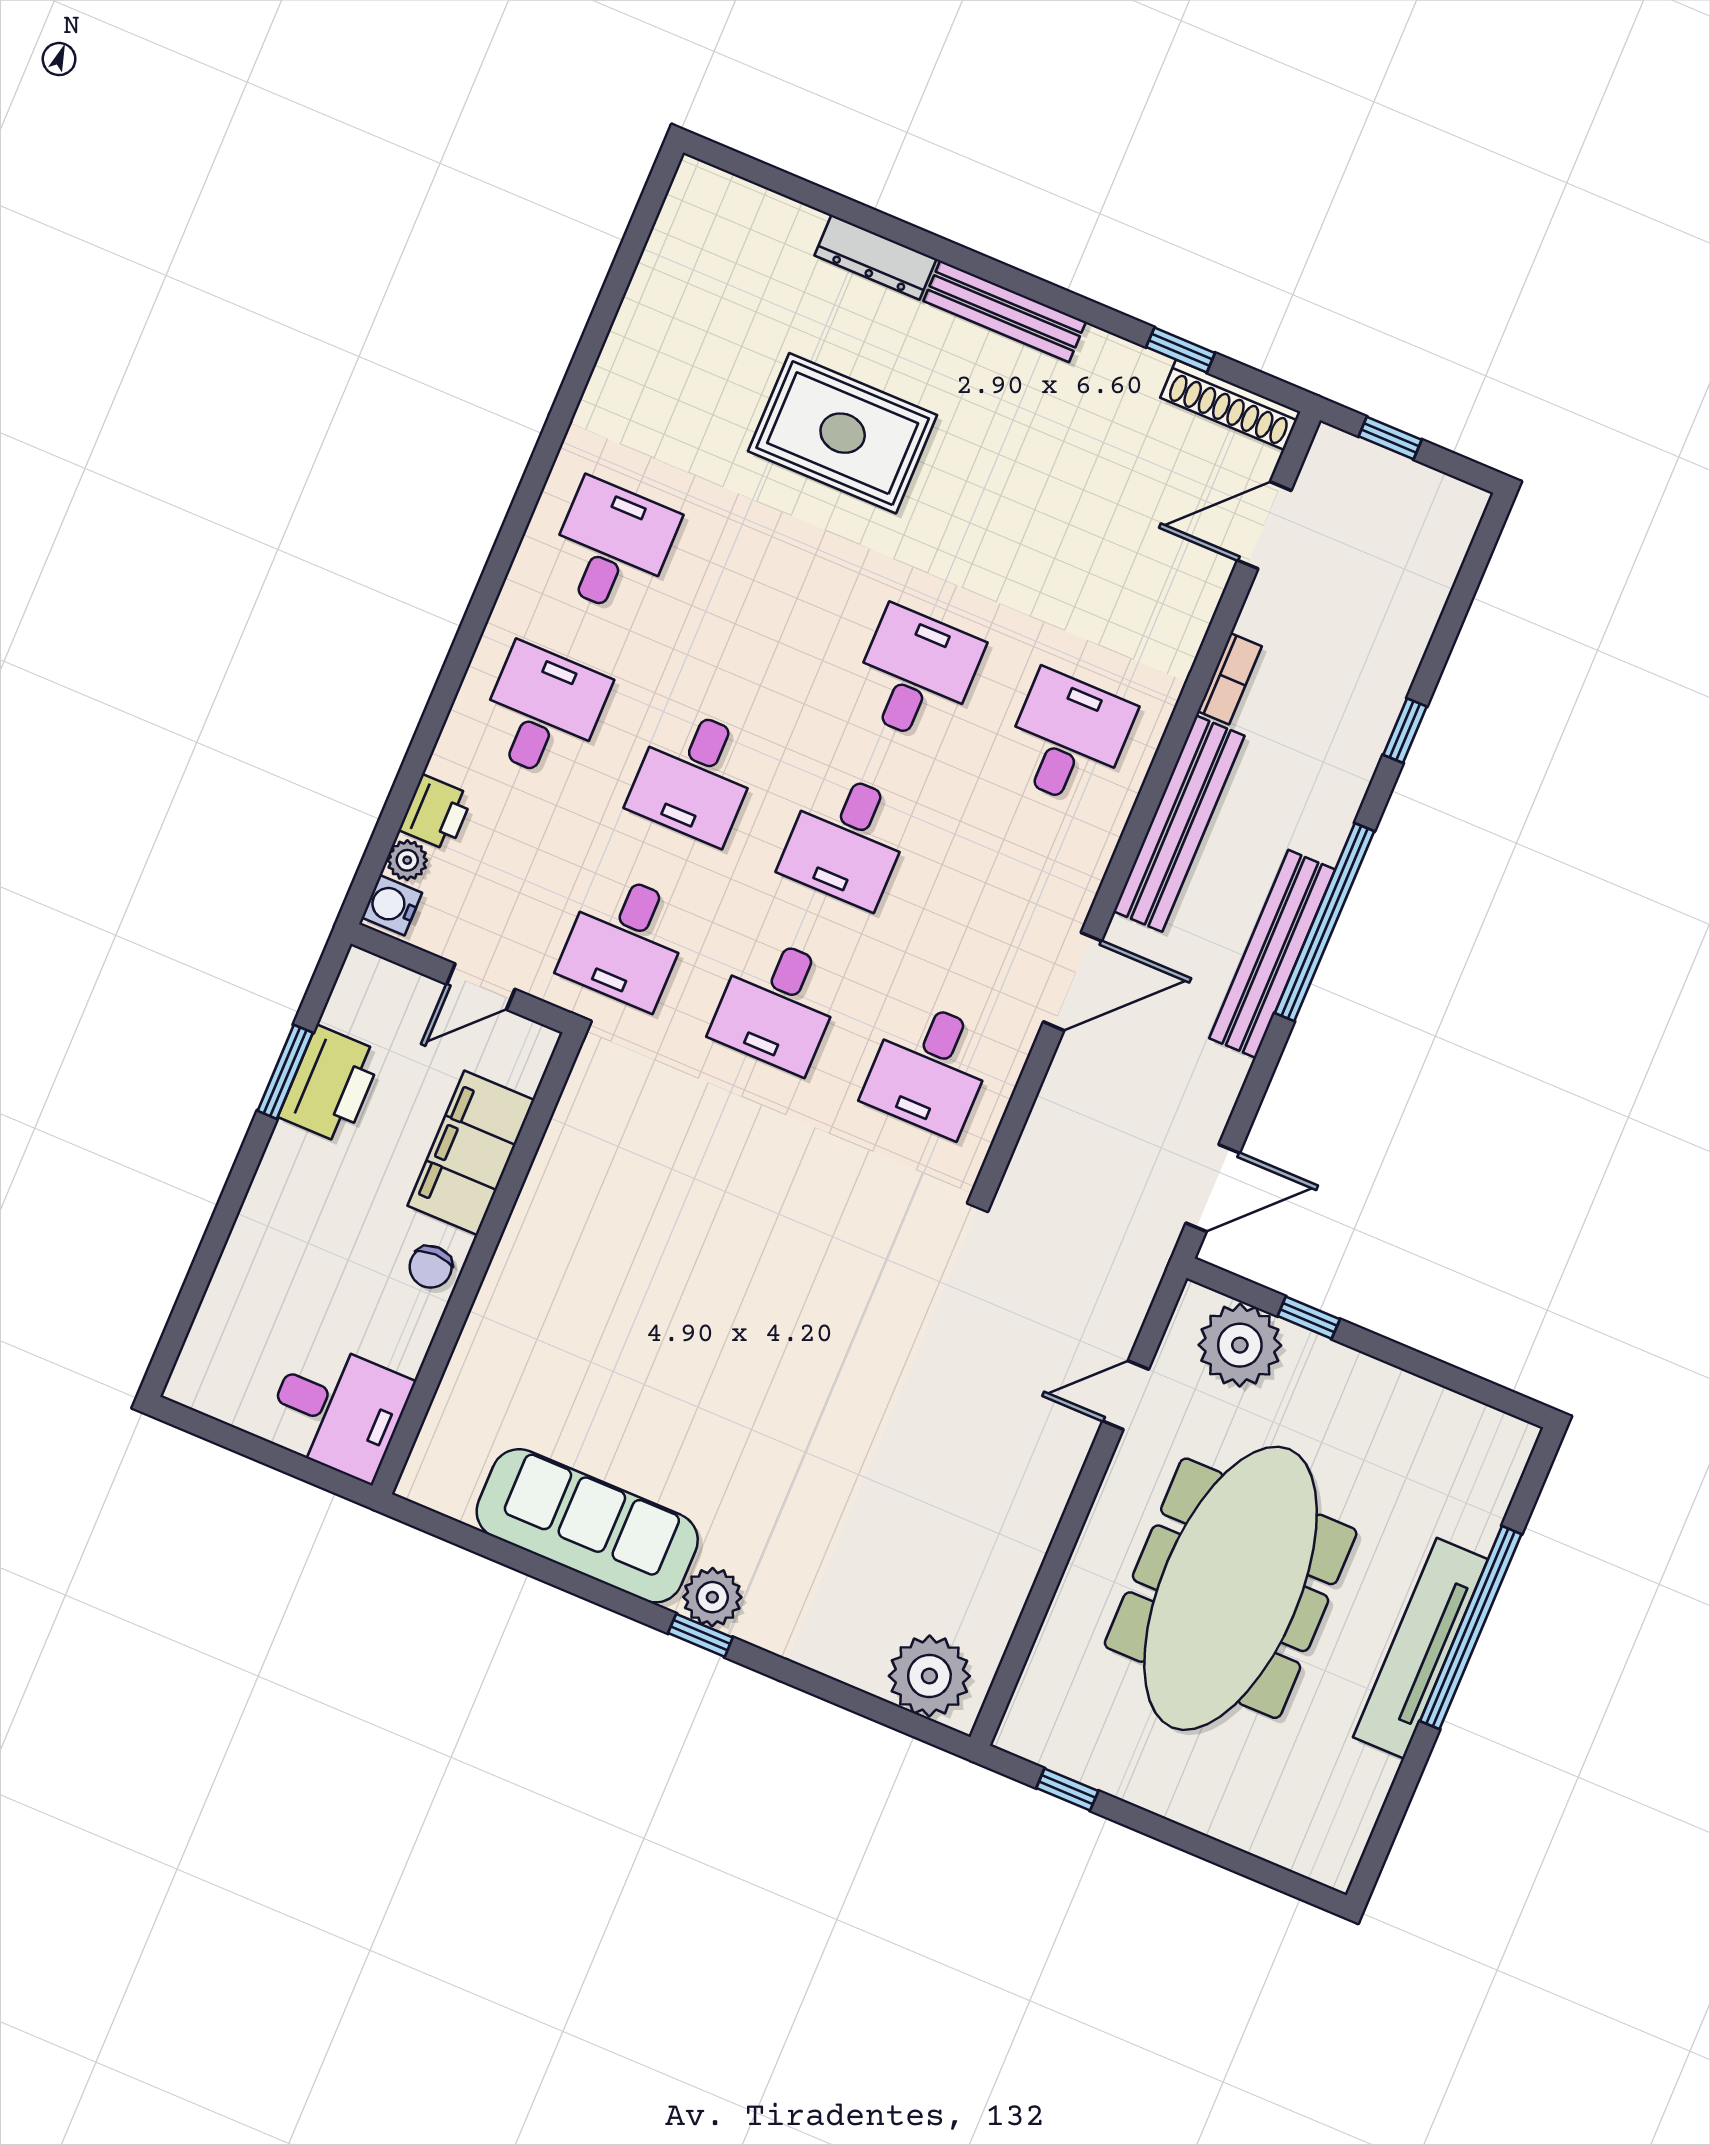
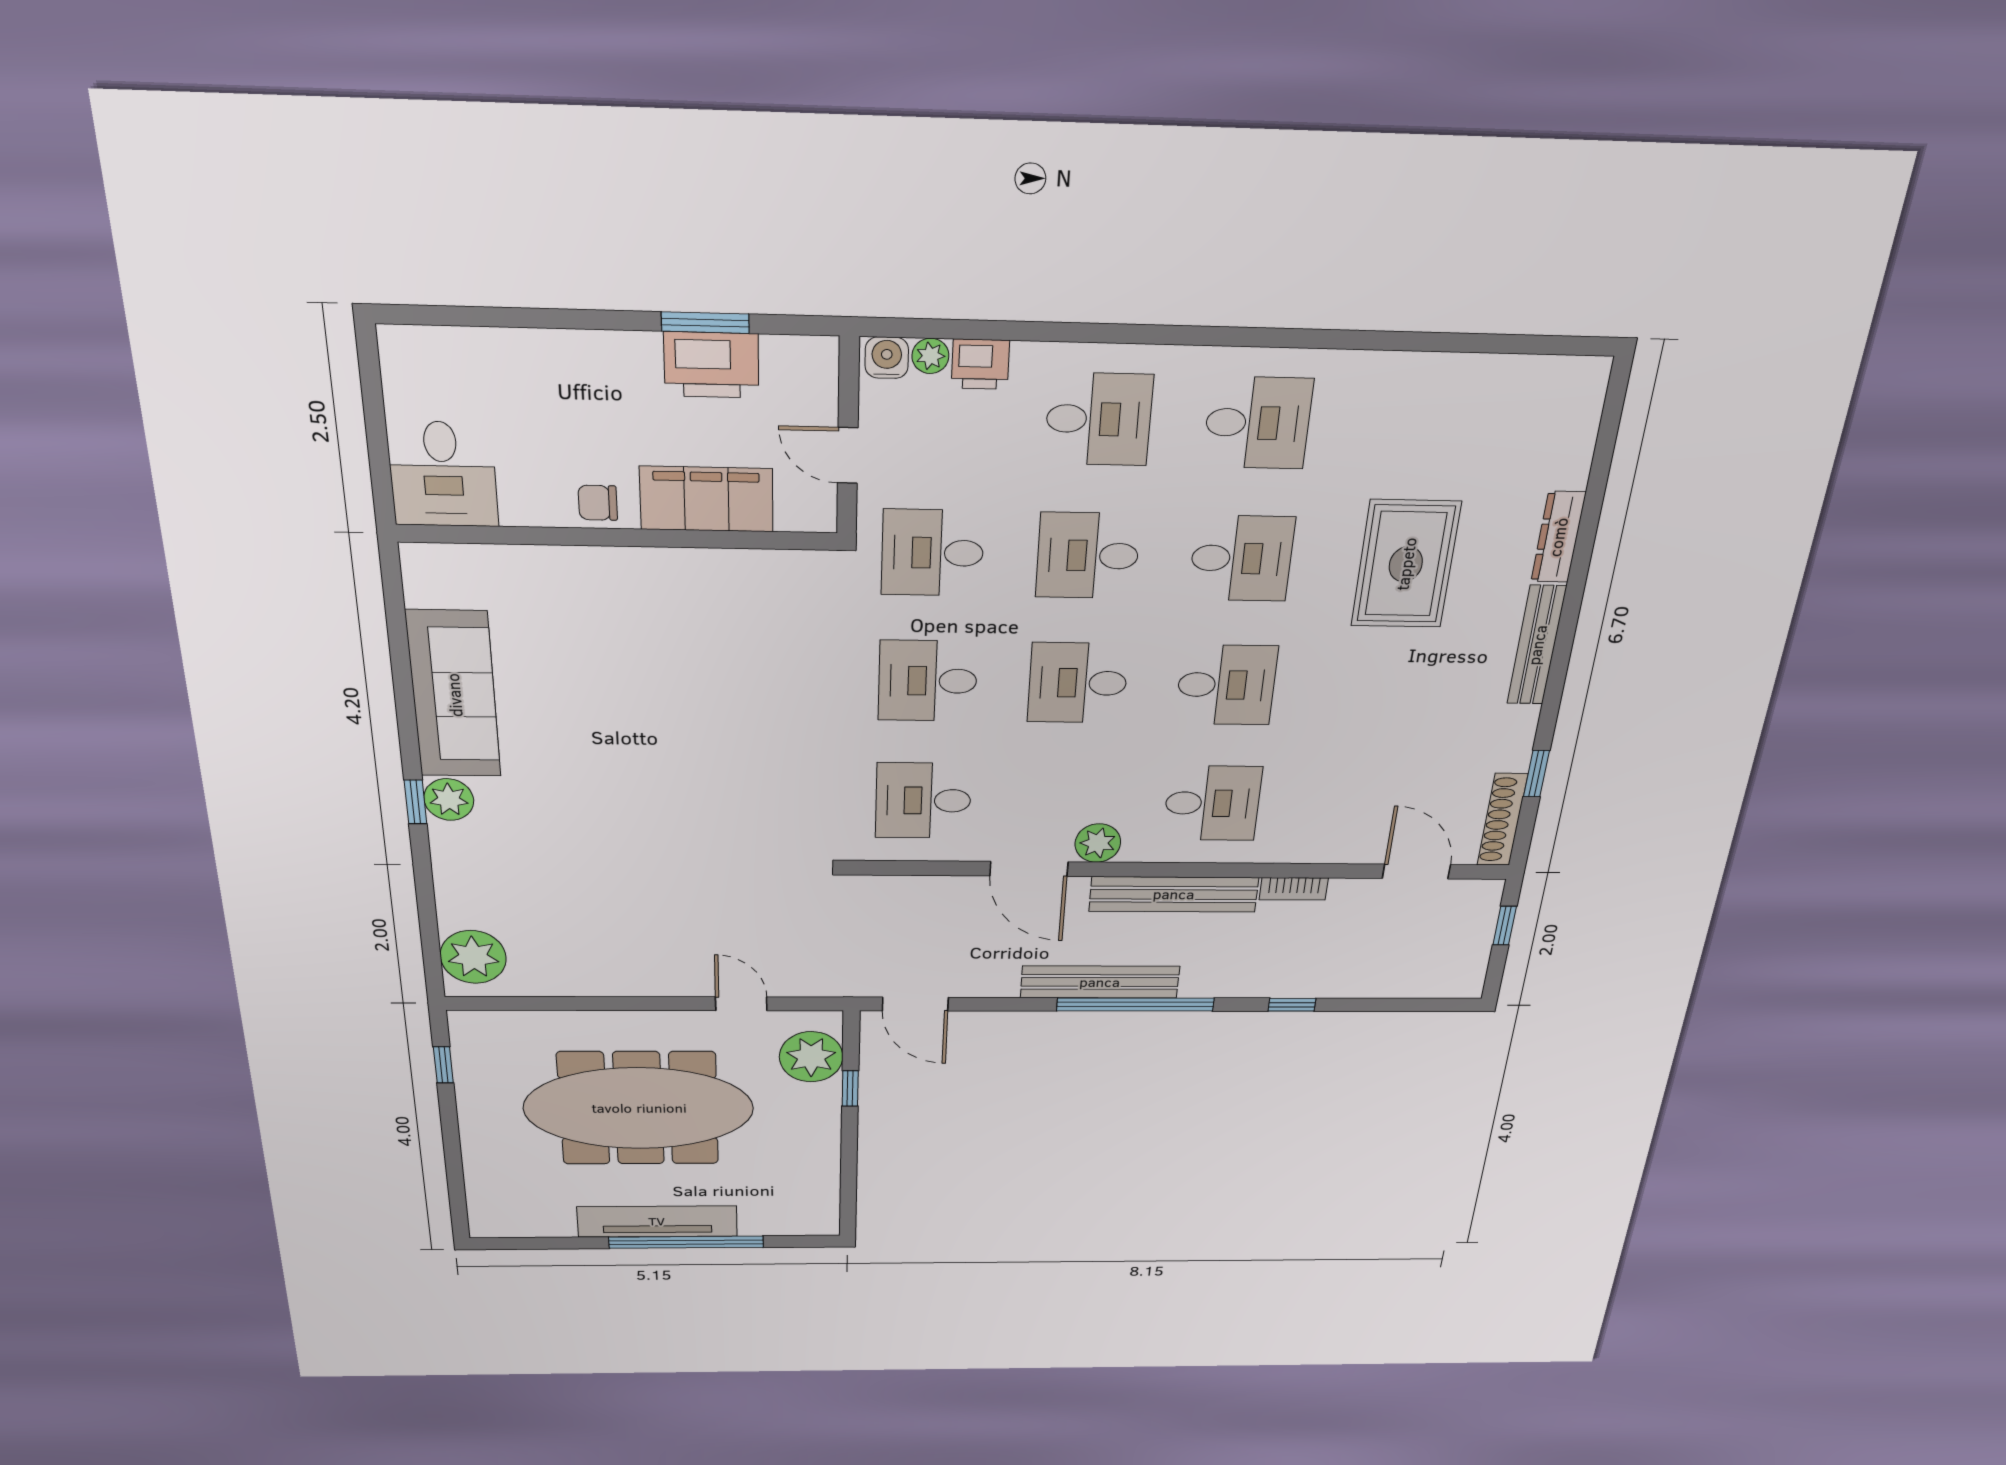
desk: (764, 611) -> (1241, 558), added
plant: (1069, 889) -> (1098, 843), added

